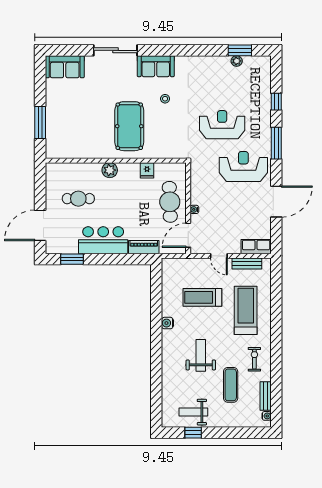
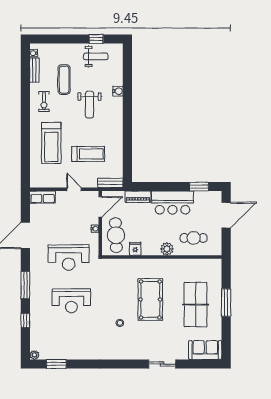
sliding door: (115, 50) -> (162, 364), width x0.73
plant: (237, 61) -> (34, 355), moved
sofa: (156, 66) -> (128, 351), removed
table tennis table: (76, 120) -> (196, 305), added
wall: (116, 161) -> (162, 257), moved
reception desk: (243, 167) -> (69, 257), moved
plant: (110, 170) -> (167, 249), moved
fridge: (147, 170) -> (135, 249), moved
bench: (247, 263) -> (110, 183), moved
water cooler: (167, 323) -> (118, 91), moved

